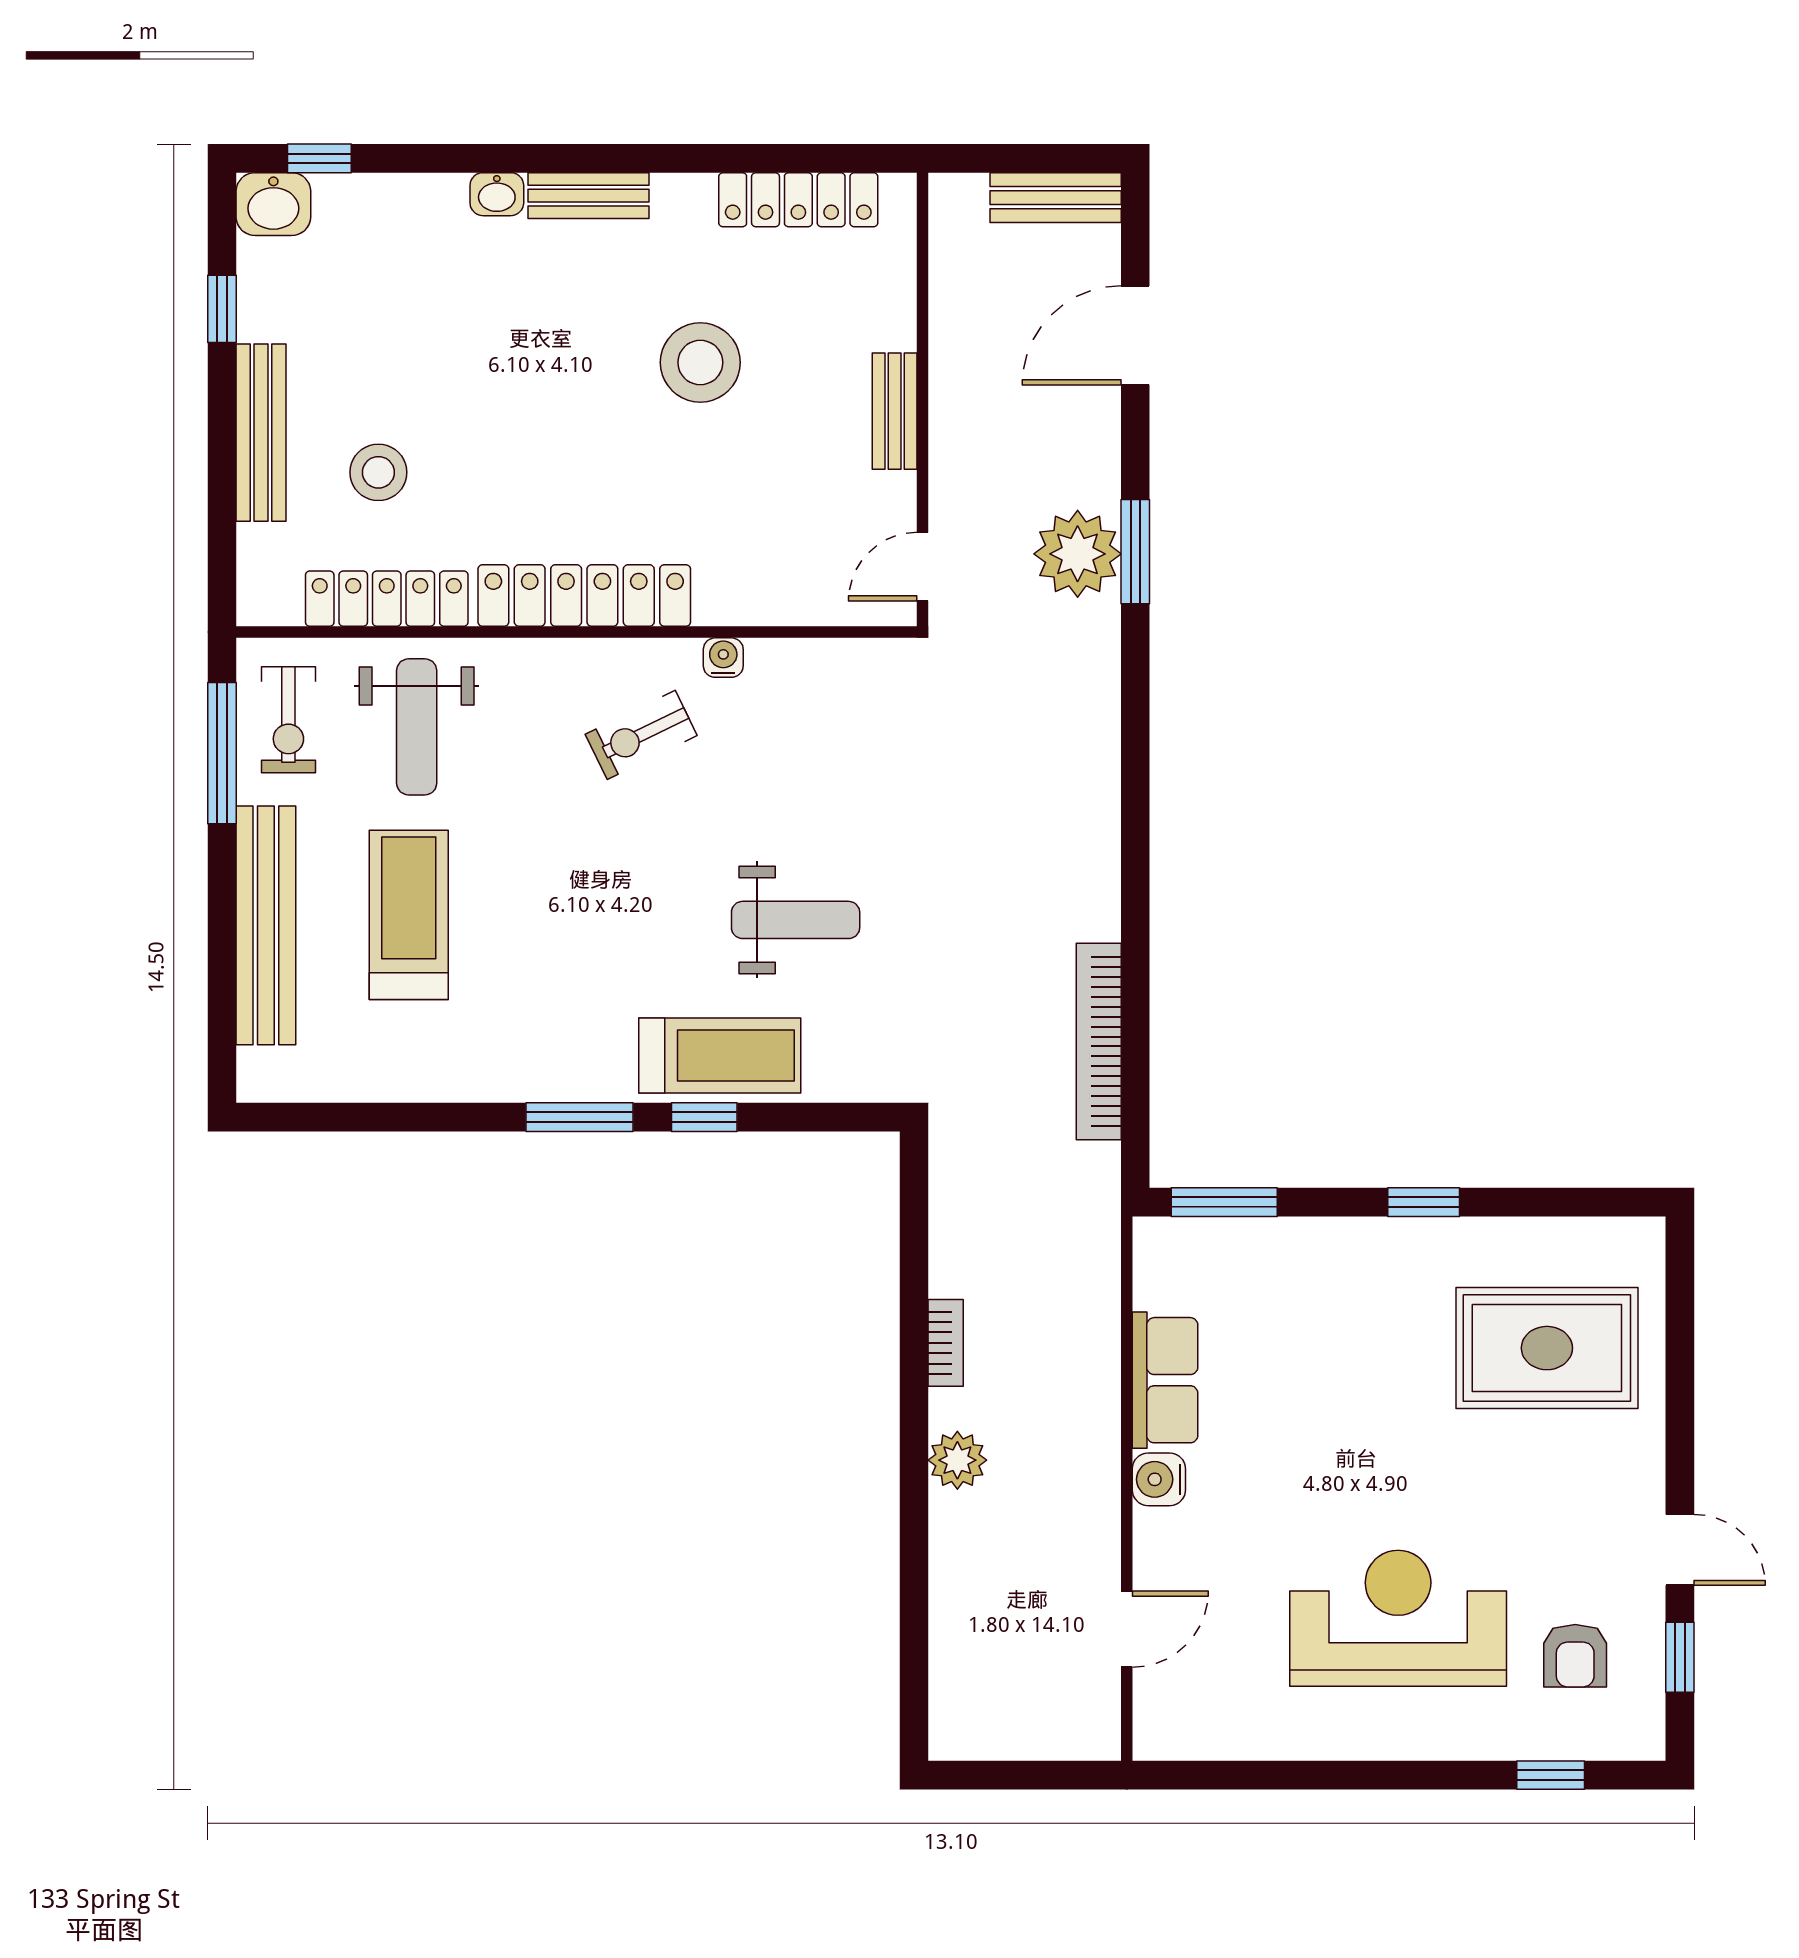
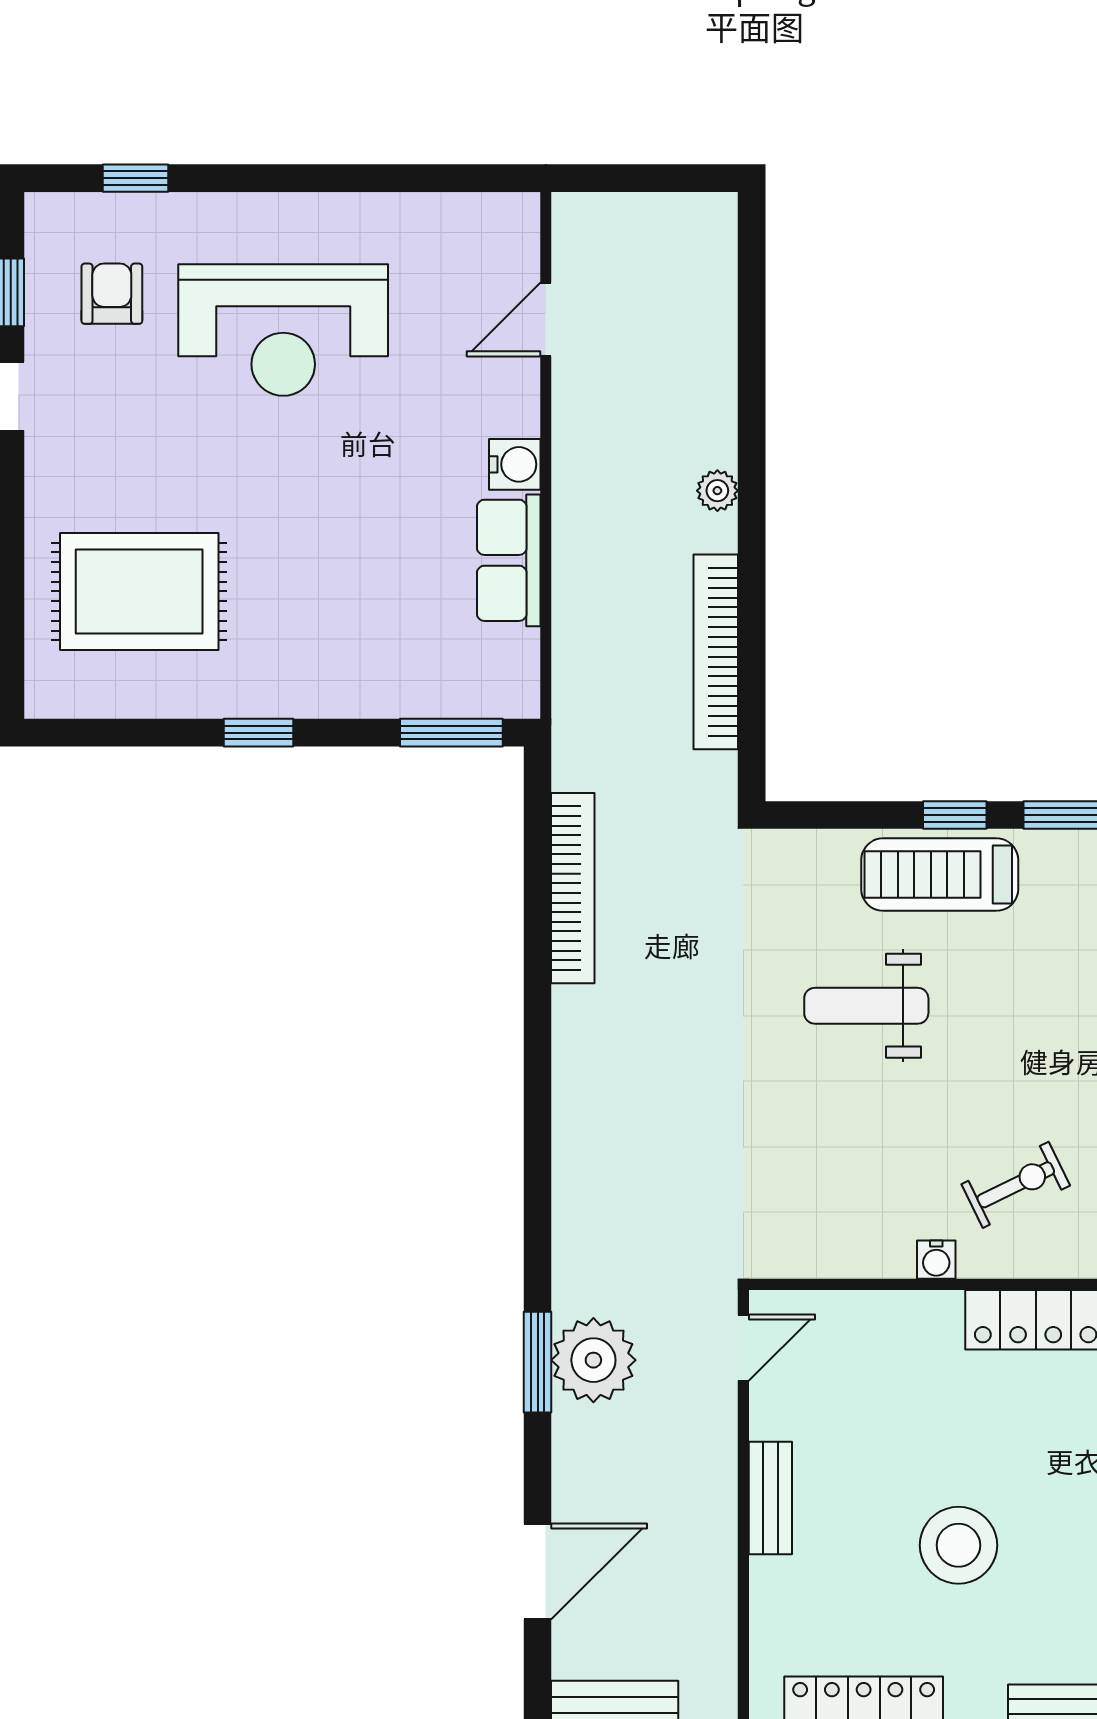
bookcase: (946, 1343) -> (716, 652), width x2.31, depth x1.31
plant: (957, 1460) -> (717, 491), width x0.73, depth x0.73

